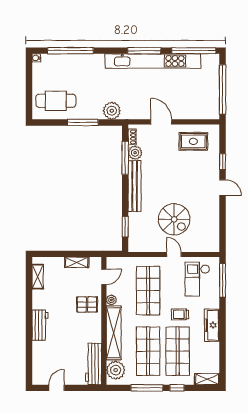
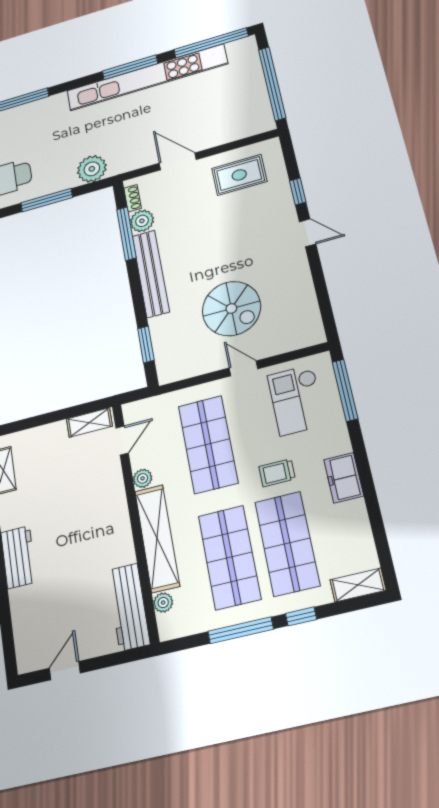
shelving: (77, 262) -> (89, 423), moved
pallet: (87, 304) -> (99, 498), removed
freezer: (212, 325) -> (344, 478), width x0.71
plant: (116, 370) -> (163, 603), width x0.53, depth x0.53

